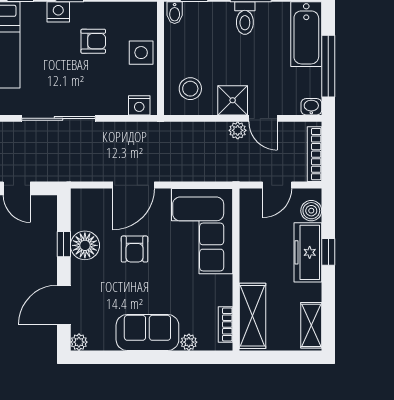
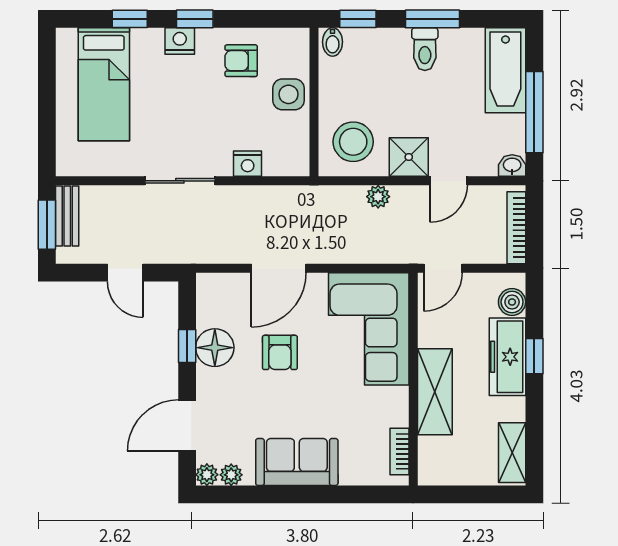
armchair: (93, 41) -> (241, 61), moved, turned 180
stool: (190, 89) -> (353, 142), width x1.38, depth x1.38
nightstand: (139, 105) -> (248, 164), moved
sliding door: (58, 118) -> (180, 181), width x0.73
door: (263, 118) -> (449, 181), hinge flipped
plant: (238, 130) -> (378, 197), moved
door: (277, 185) -> (443, 268), moved
shelving: (252, 316) -> (435, 392), moved
plant: (189, 342) -> (231, 475), moved

